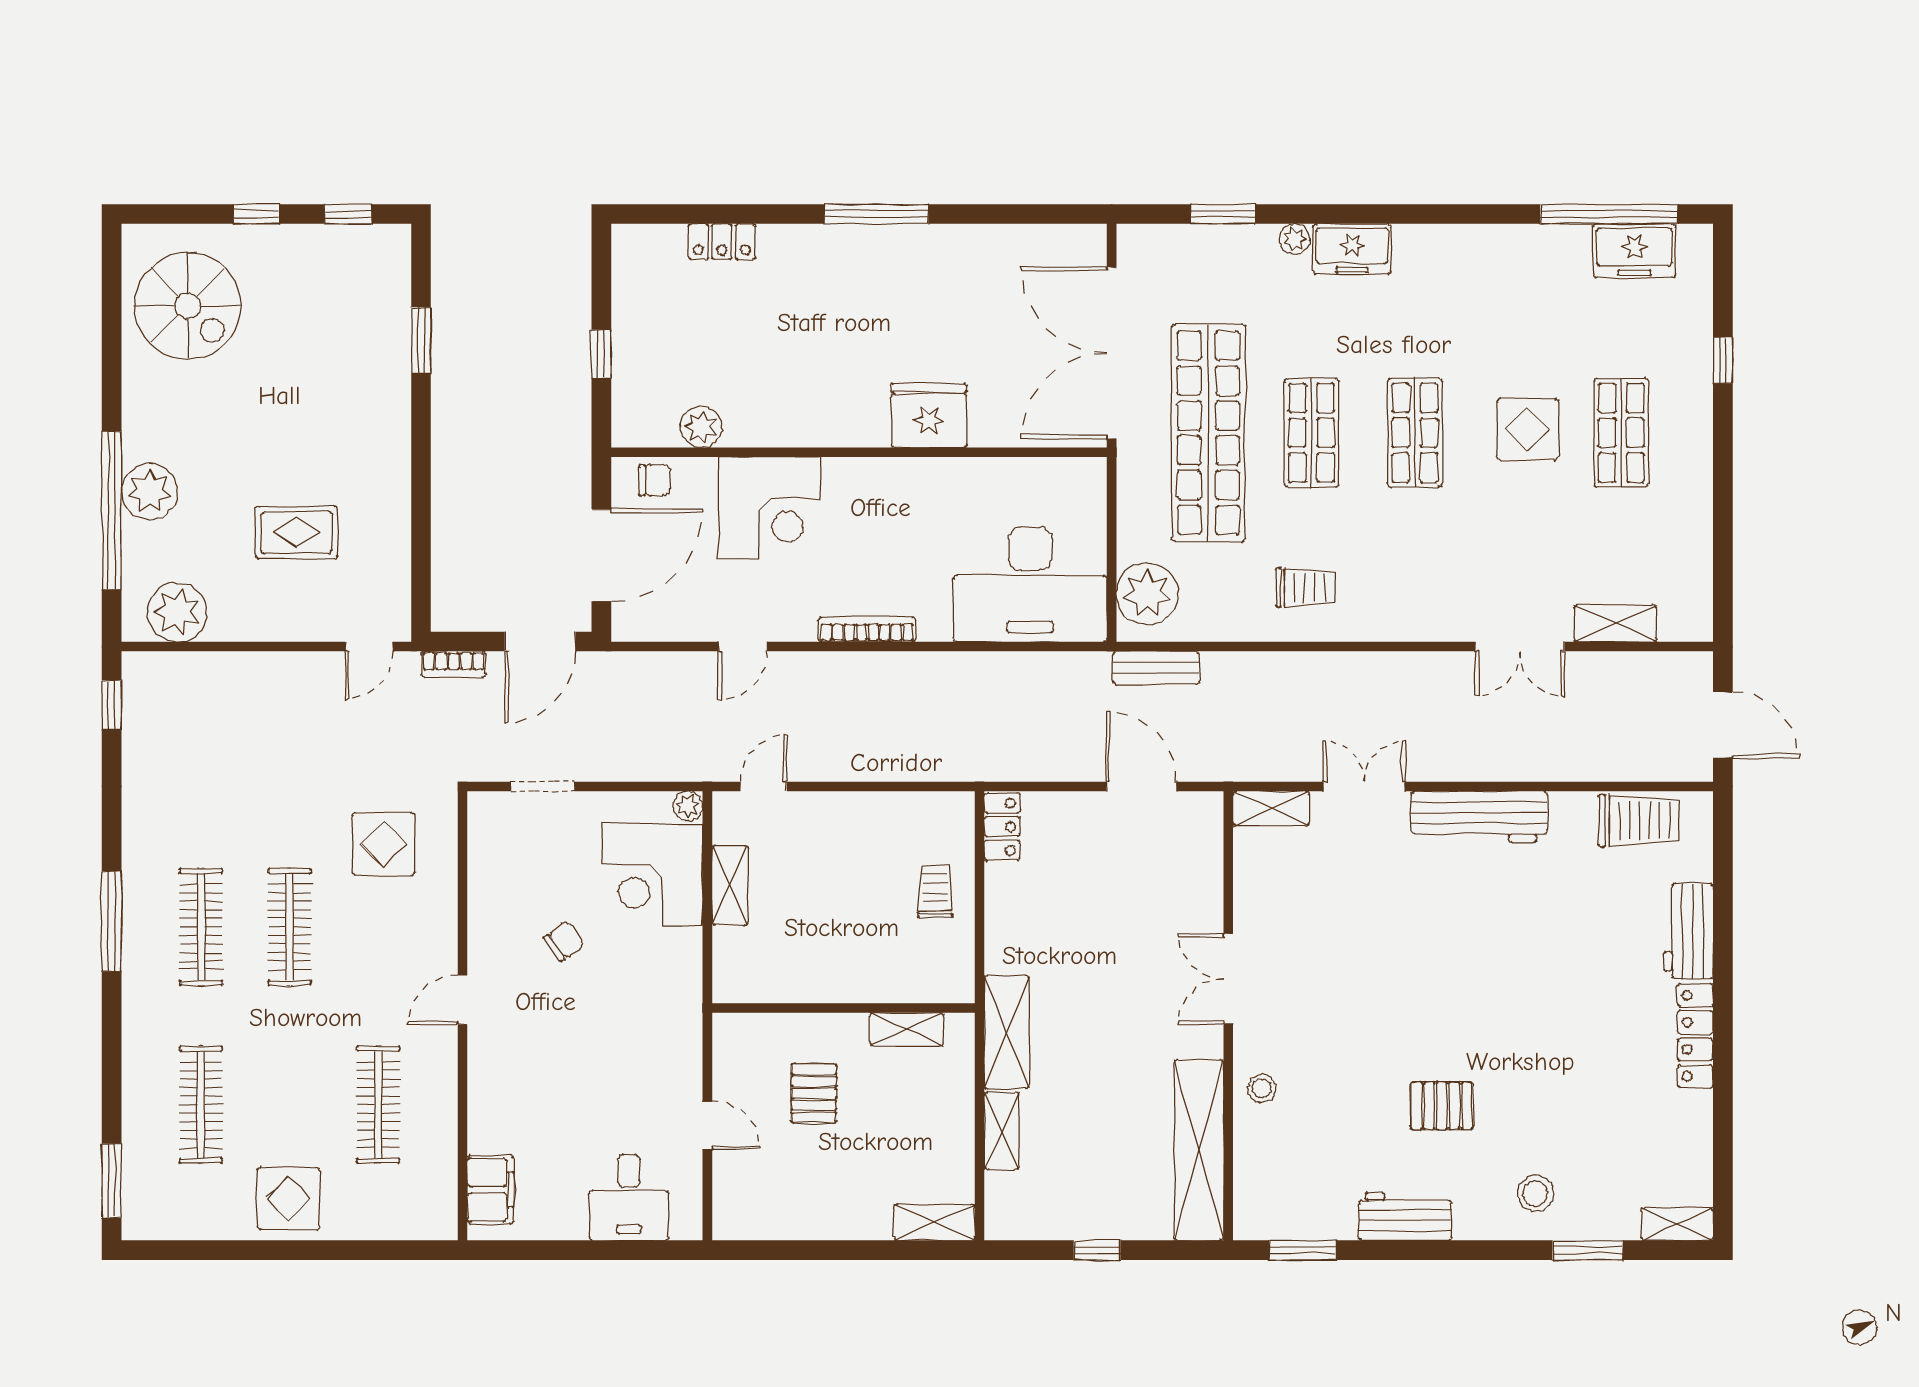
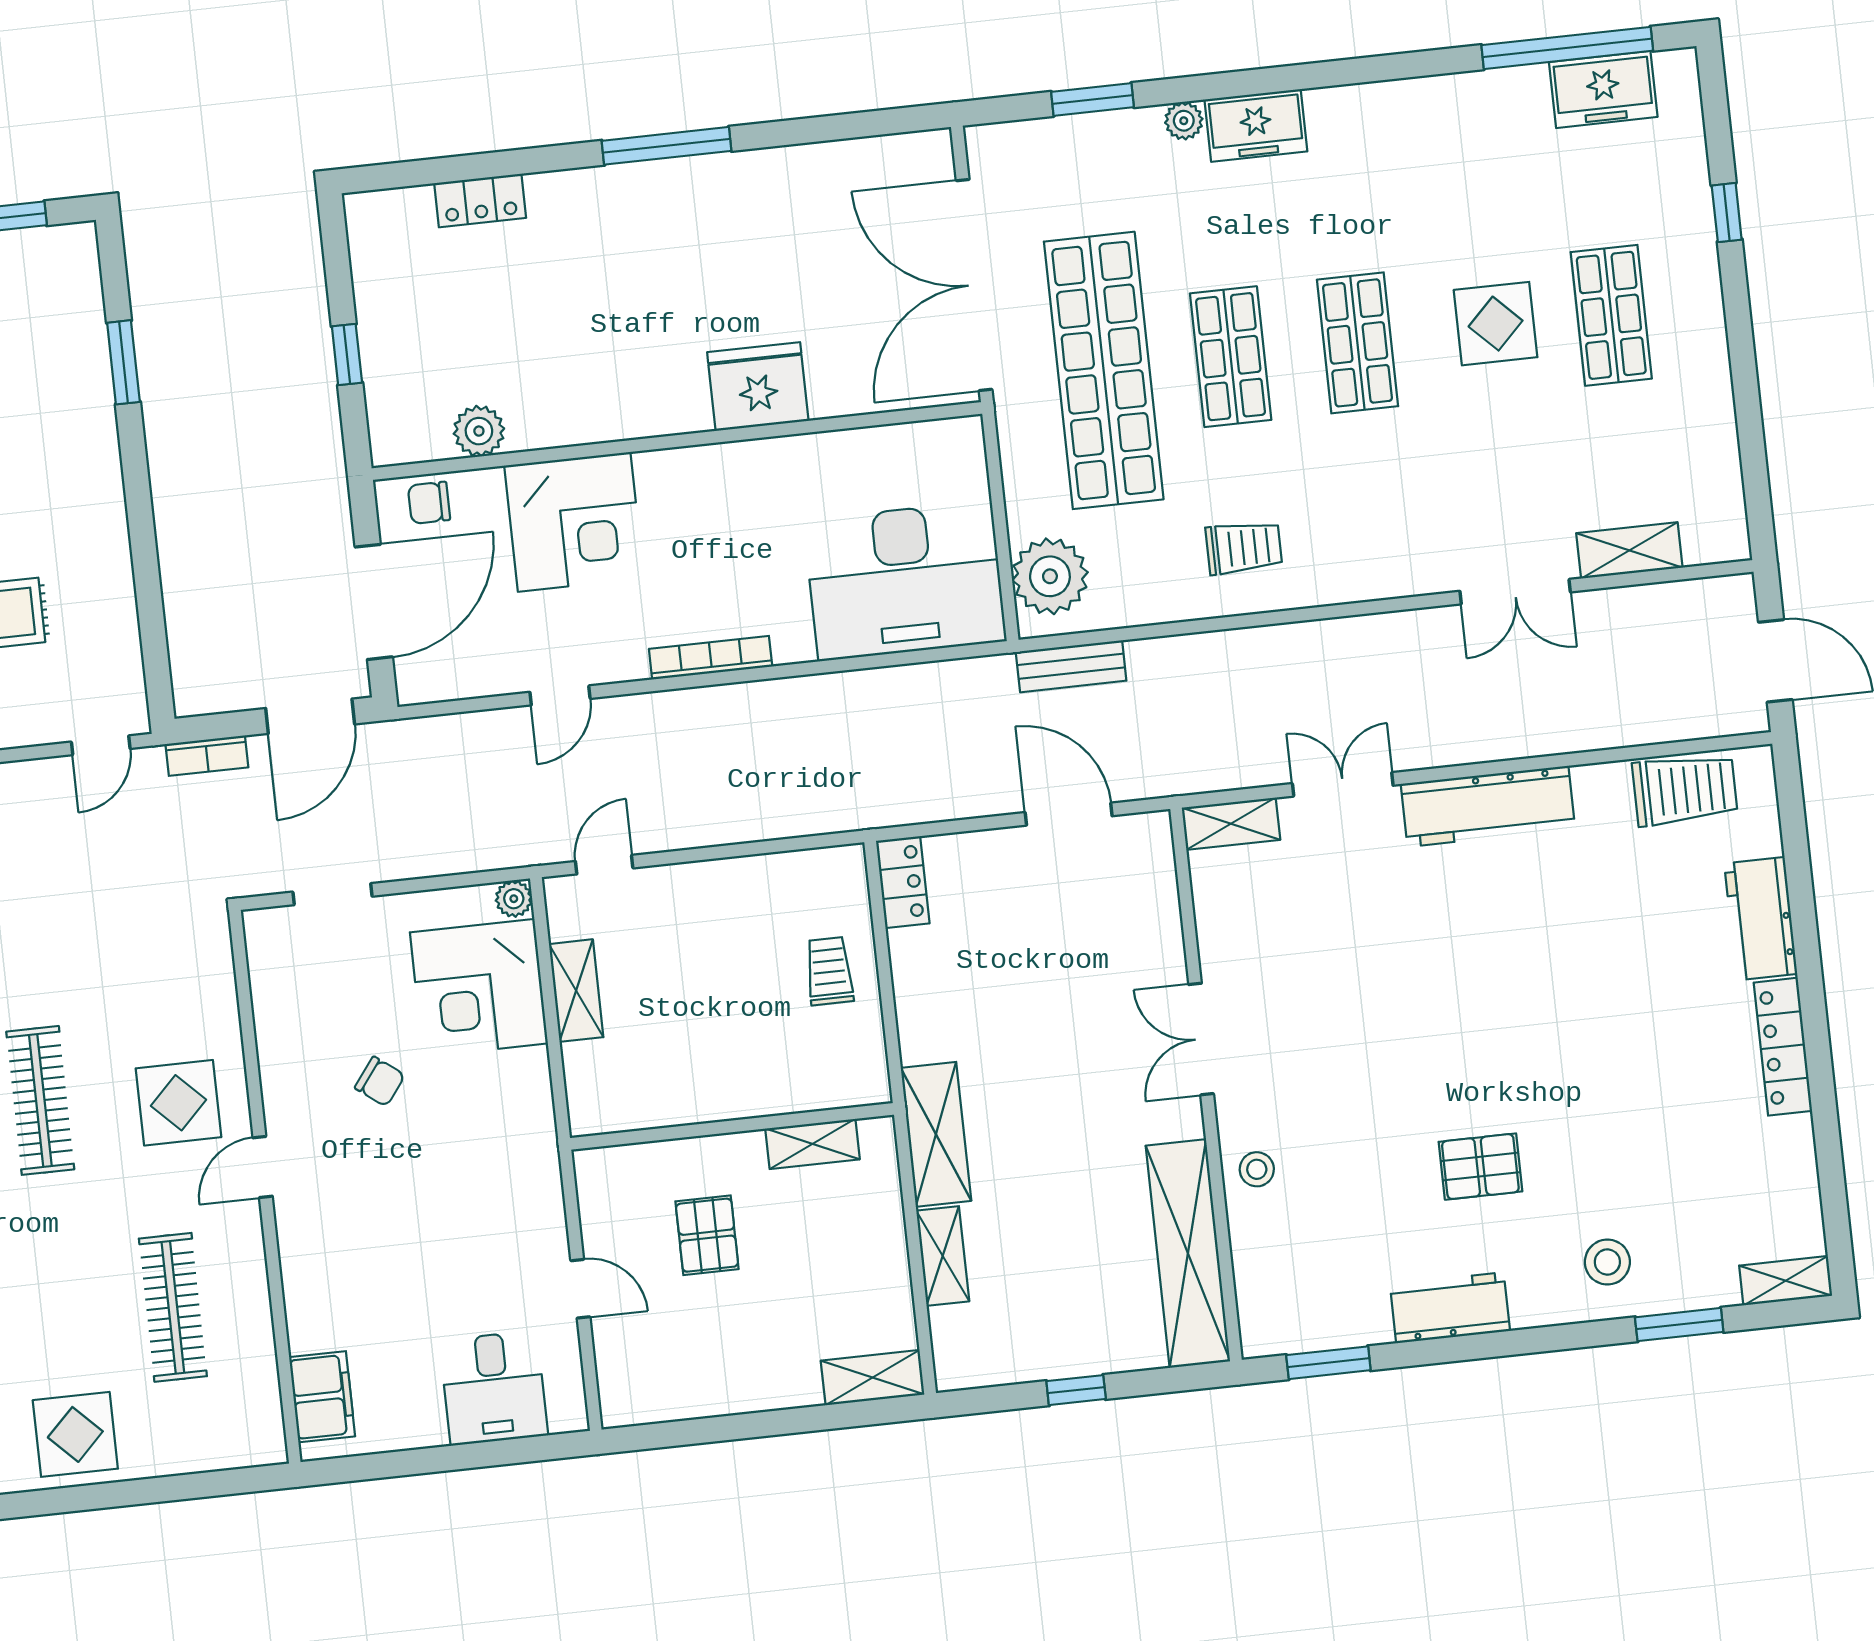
chair: (654, 480) -> (429, 503), turned 180
display table: (384, 844) -> (178, 1103), moved
chair: (564, 941) -> (380, 1081), turned 72

